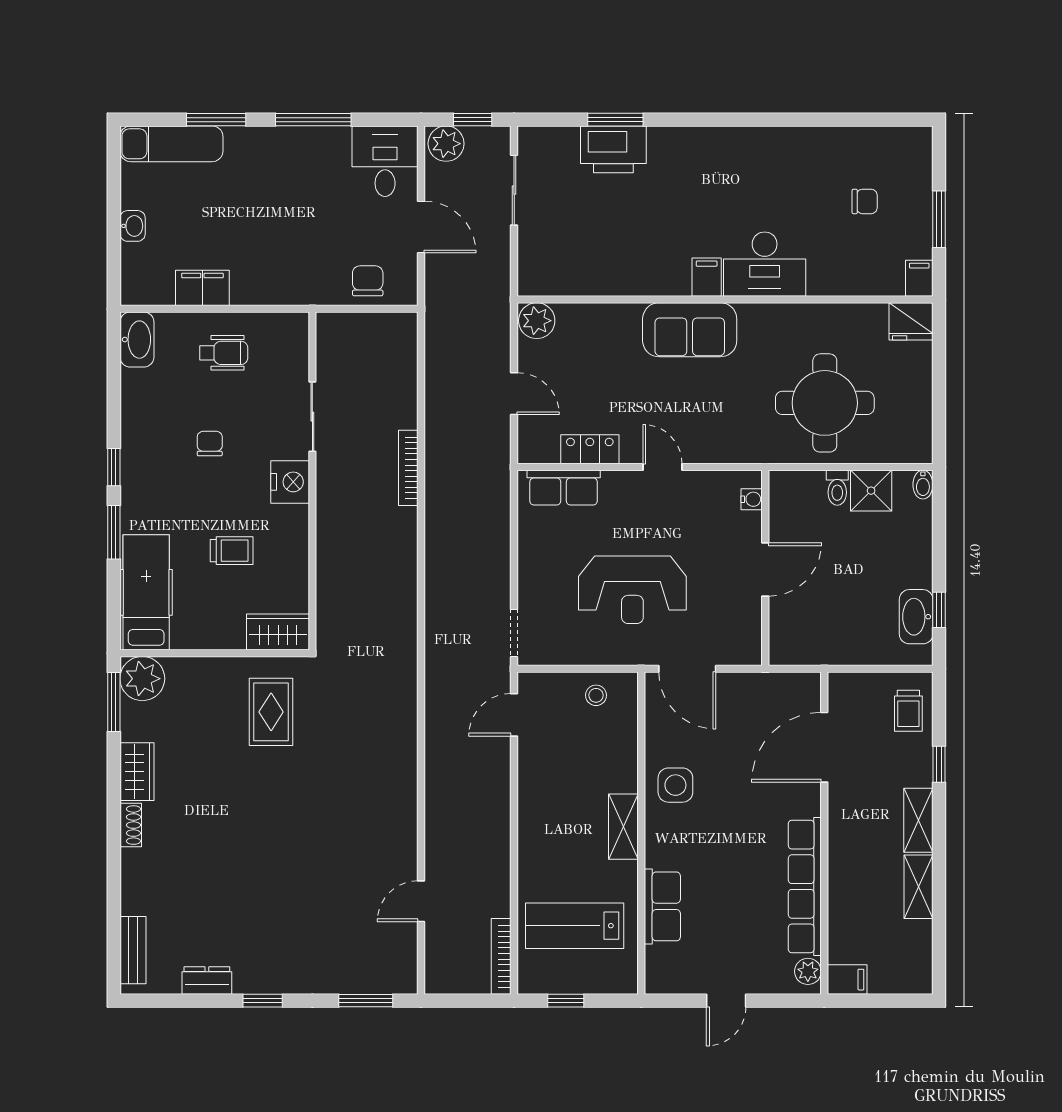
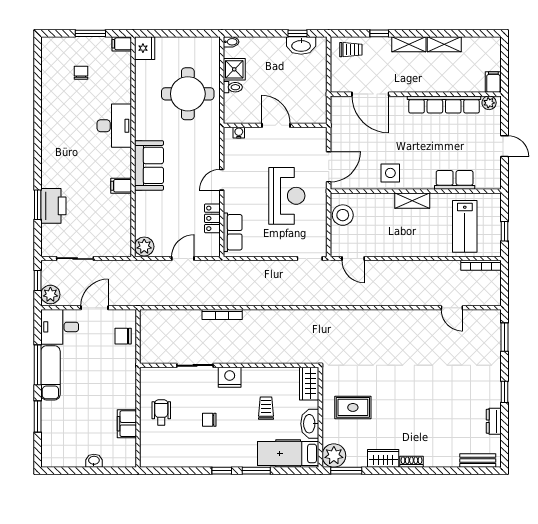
exam couch: (171, 144) -> (50, 373), moved
filing cabinet: (707, 277) -> (121, 186), moved
washbasin: (137, 340) -> (310, 424), moved, turned -90
stool: (596, 695) -> (343, 215), width x1.89, depth x1.89
rug: (271, 712) -> (353, 407), moved

